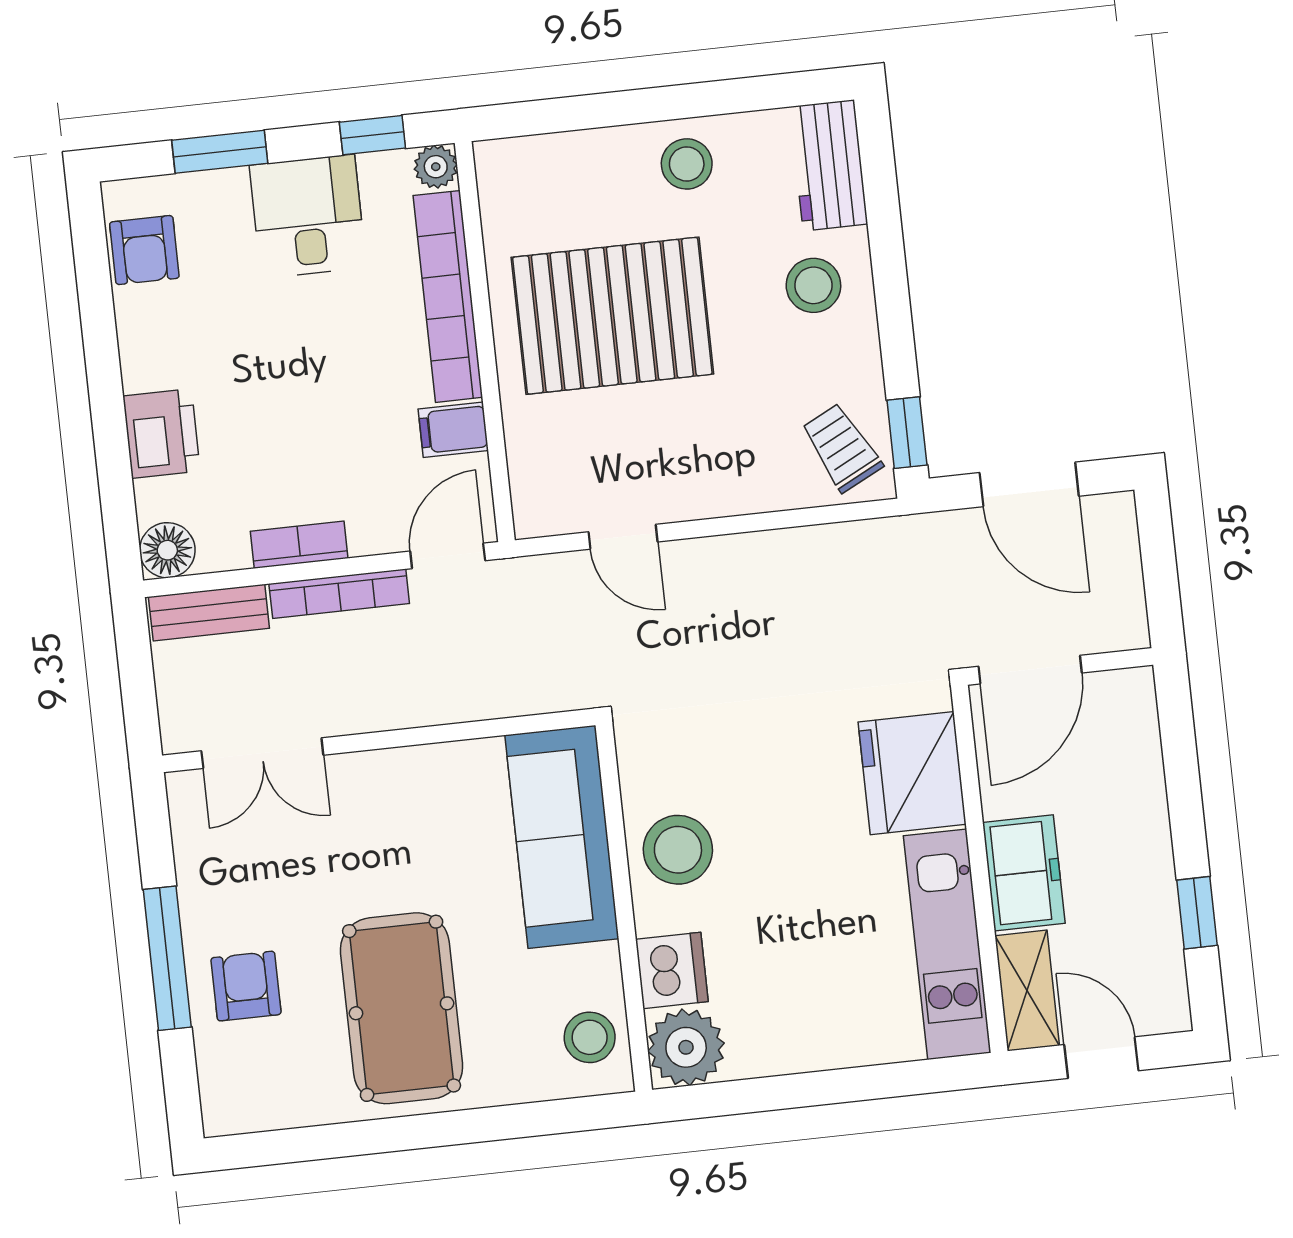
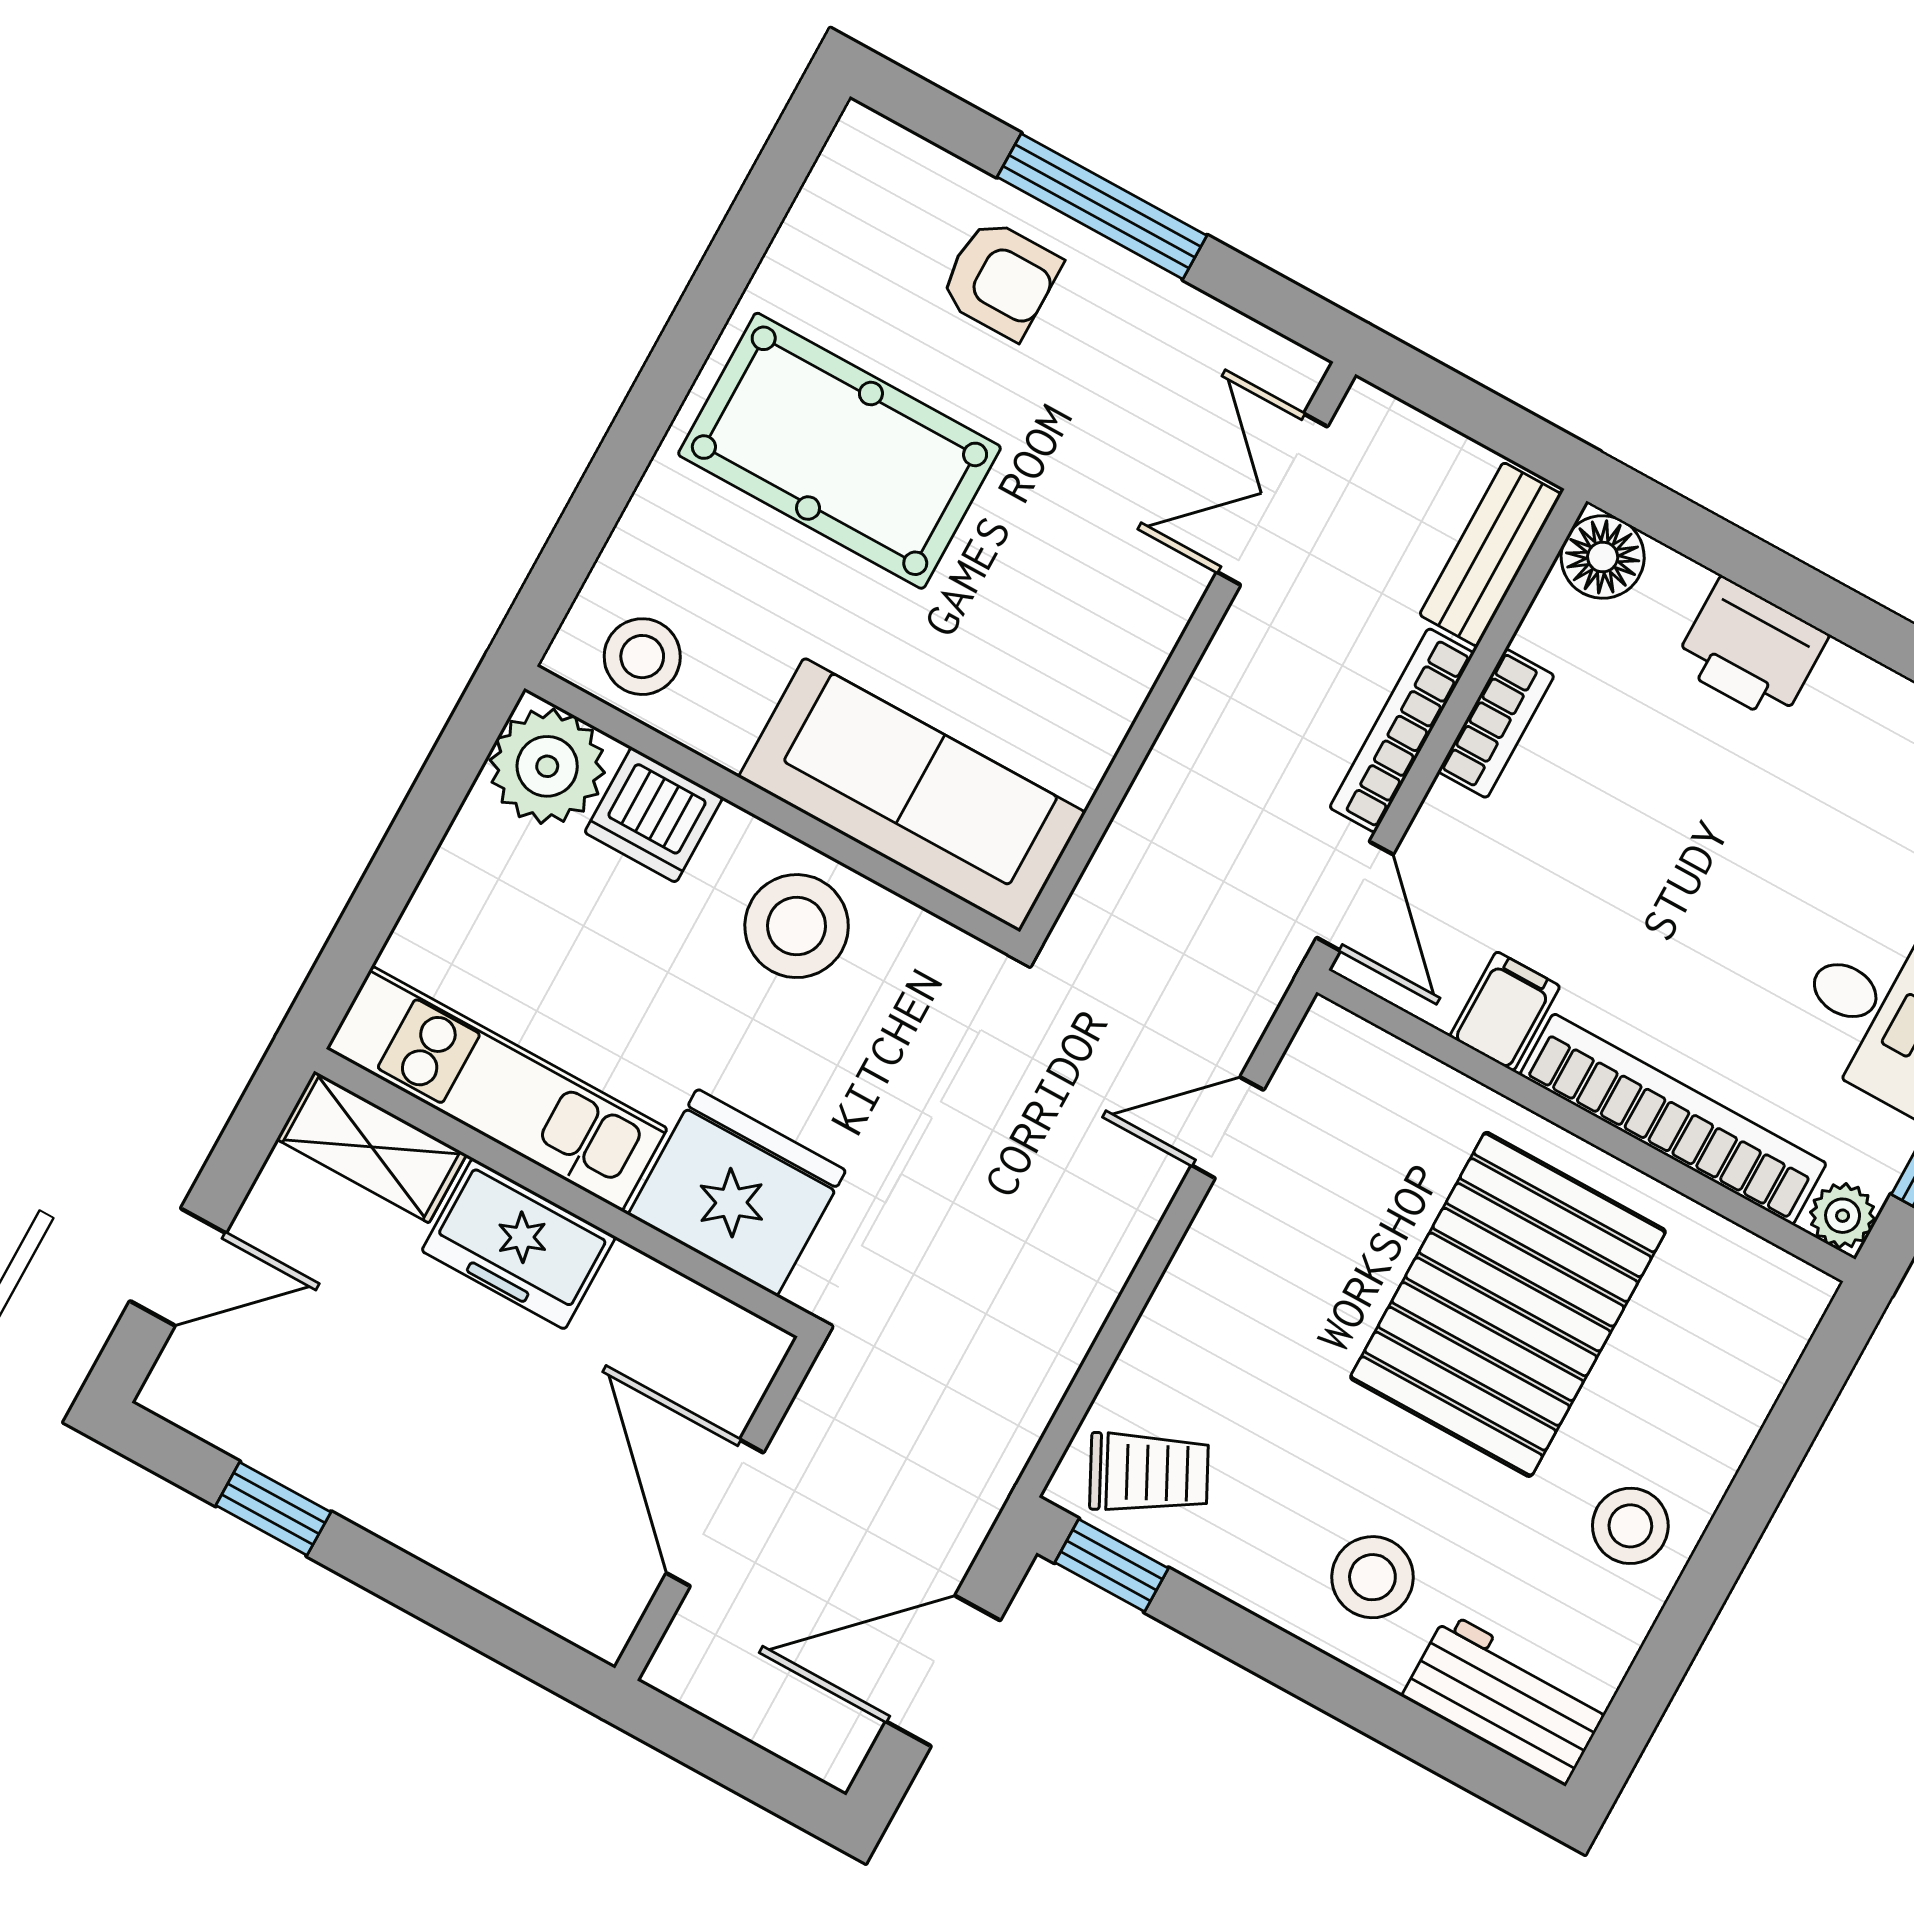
fridge: (912, 773) -> (737, 1193), moved
wall: (979, 869) -> (562, 1193), moved
freezer: (1024, 873) -> (519, 1244), moved
kitchen unit: (947, 944) -> (497, 1089), moved
shelving: (1027, 991) -> (372, 1147), moved

